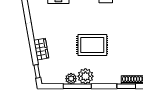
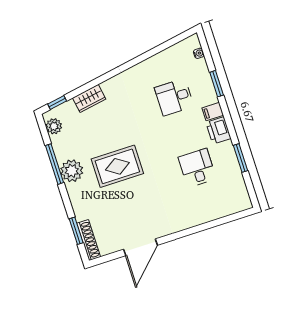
rug: (92, 45) -> (117, 166), turned 90
plant: (71, 79) -> (54, 126), moved

